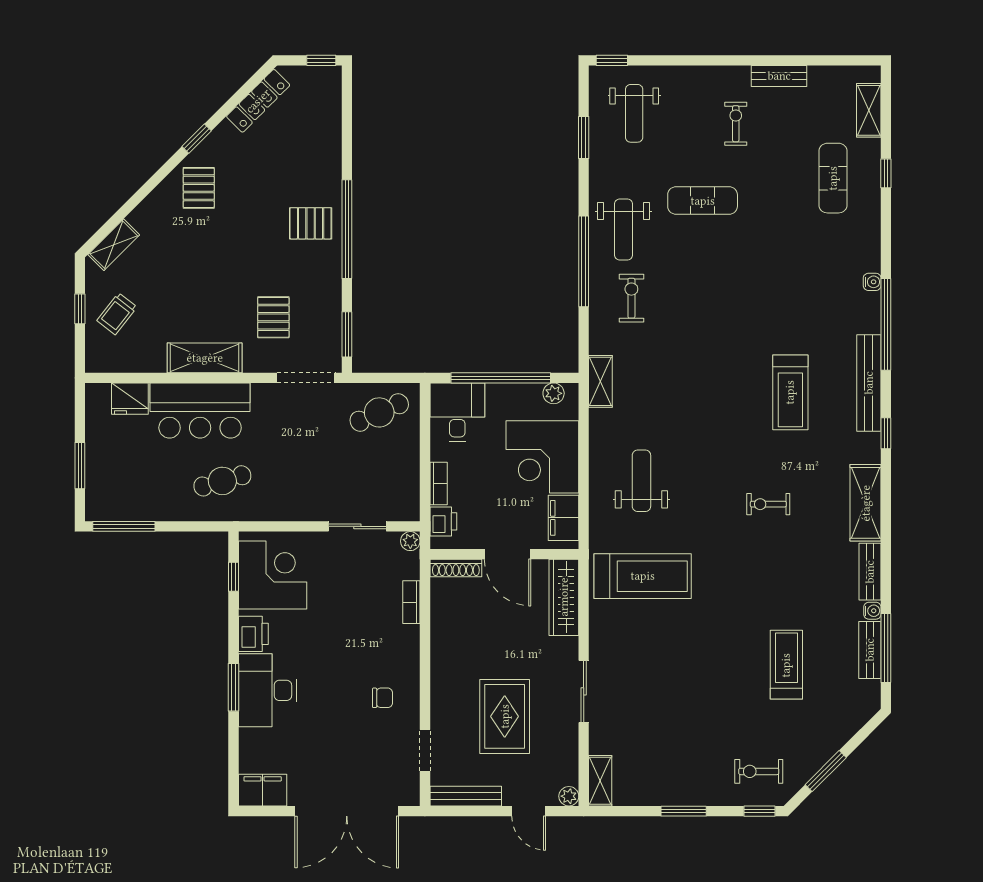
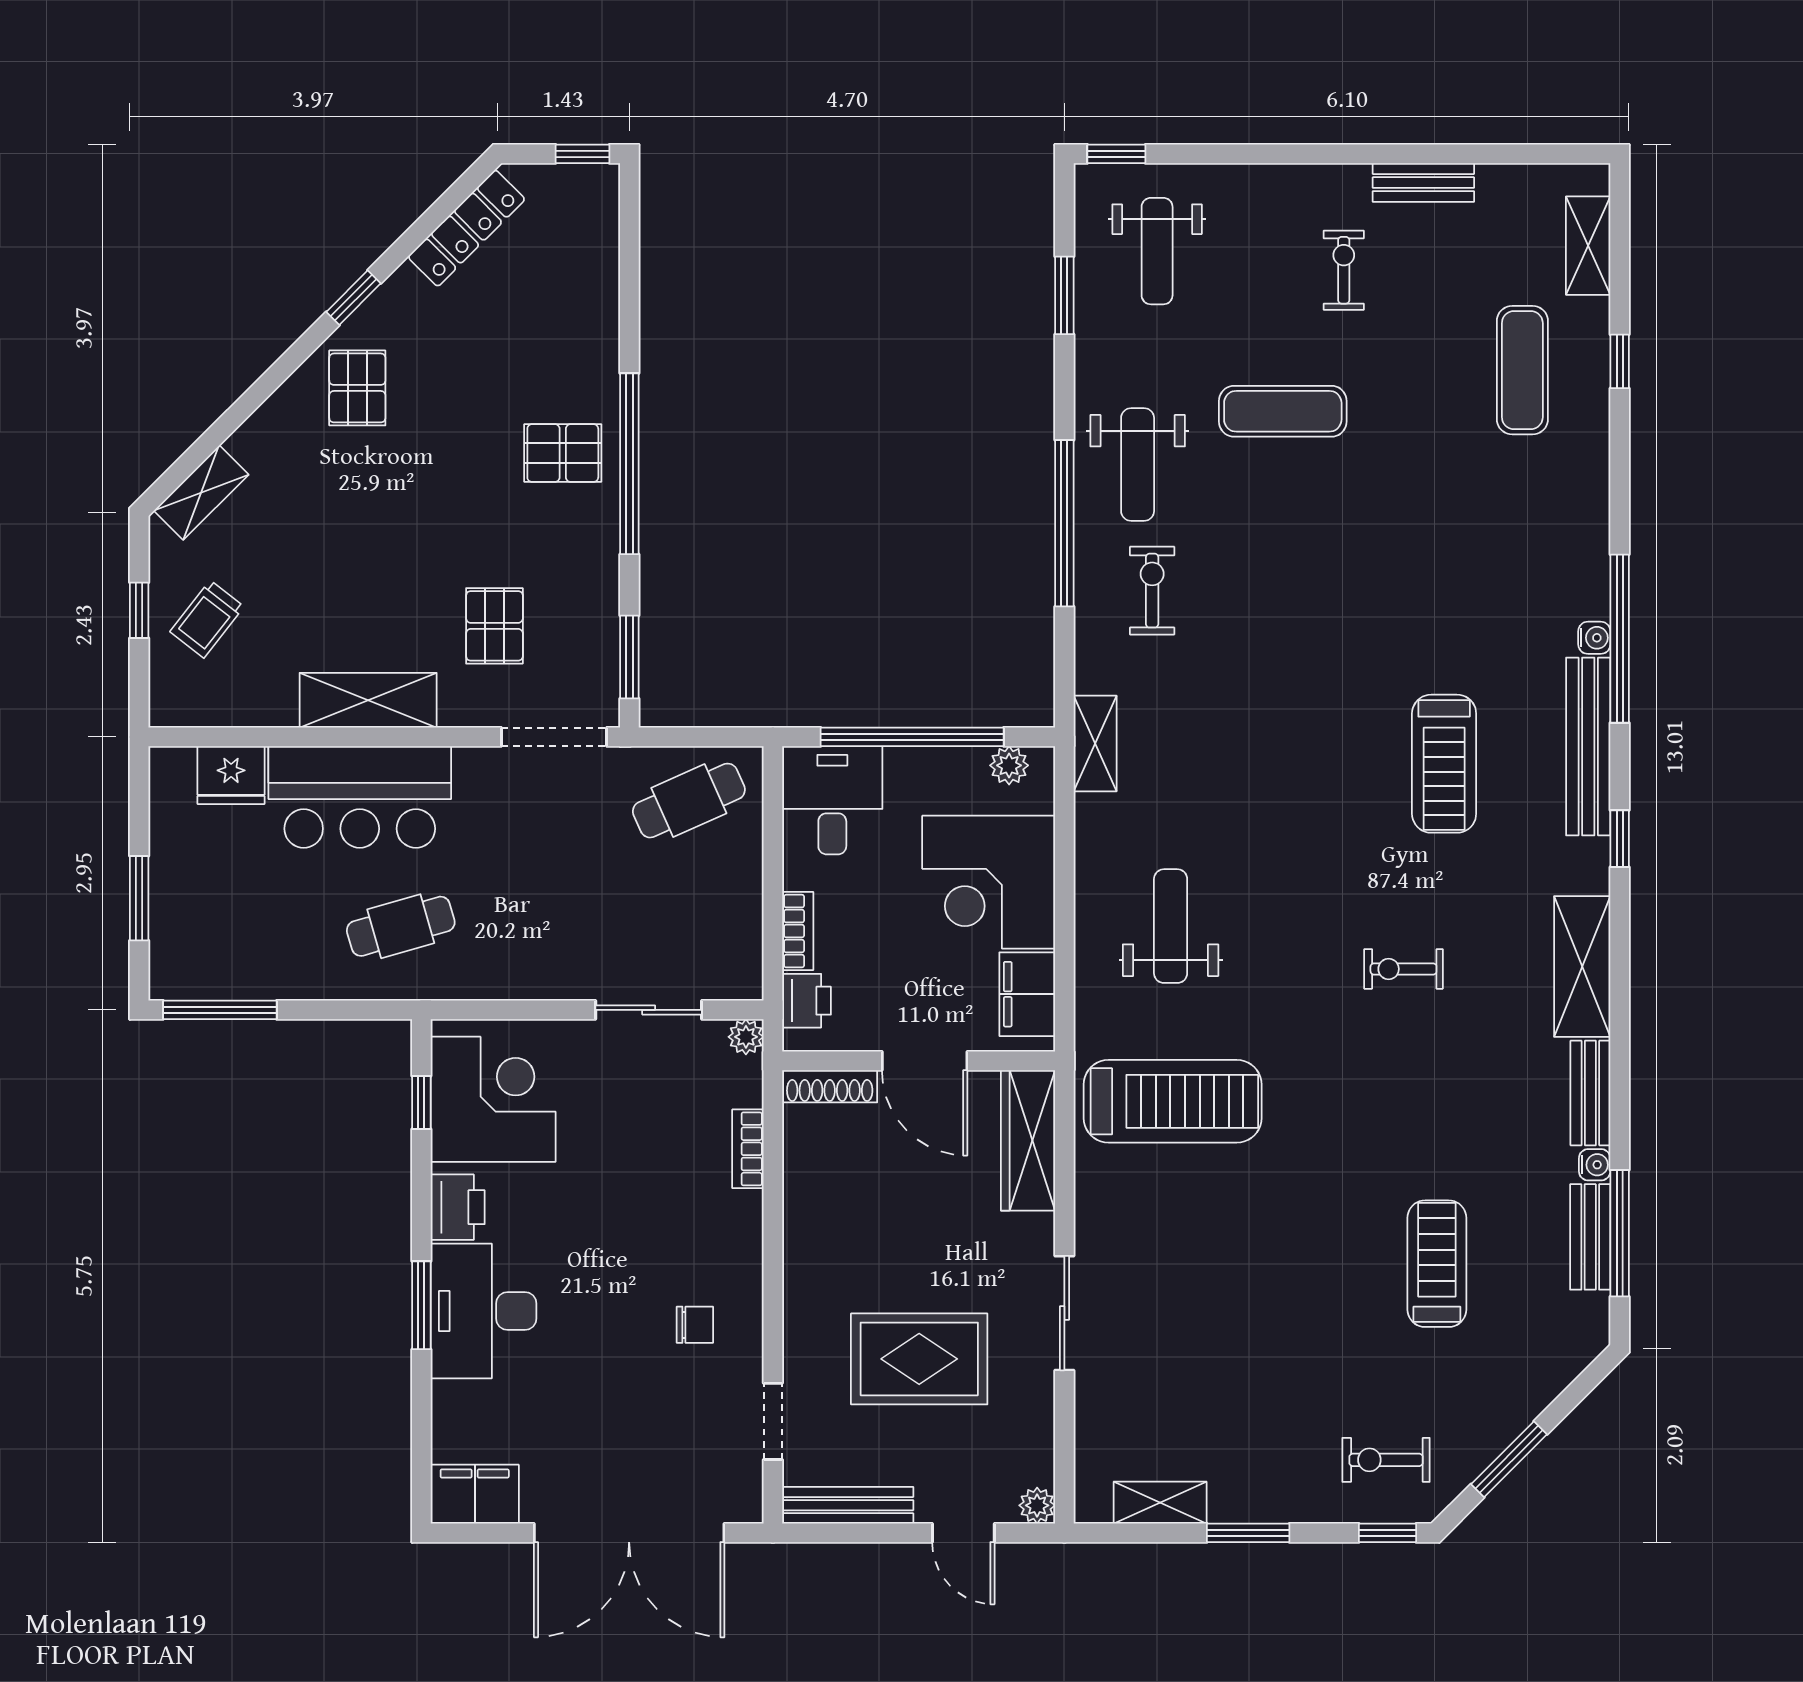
water cooler: (872, 282) -> (1594, 638), moved
rug: (505, 716) -> (919, 1359), turned 90
shelving: (600, 781) -> (1160, 1503), moved, turned 90

